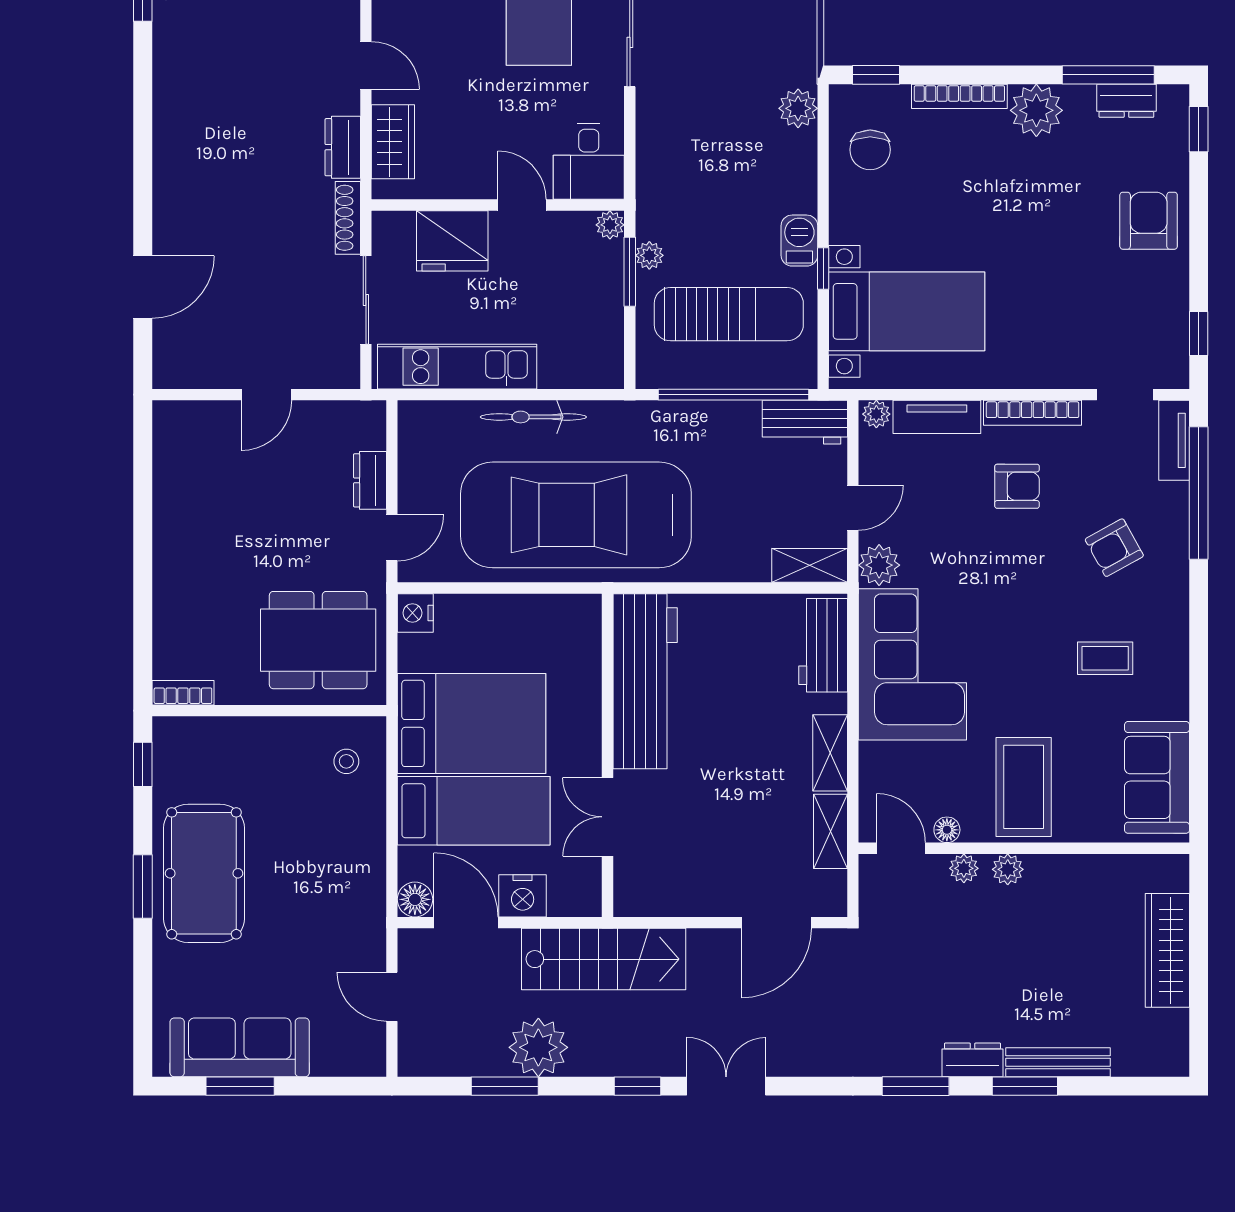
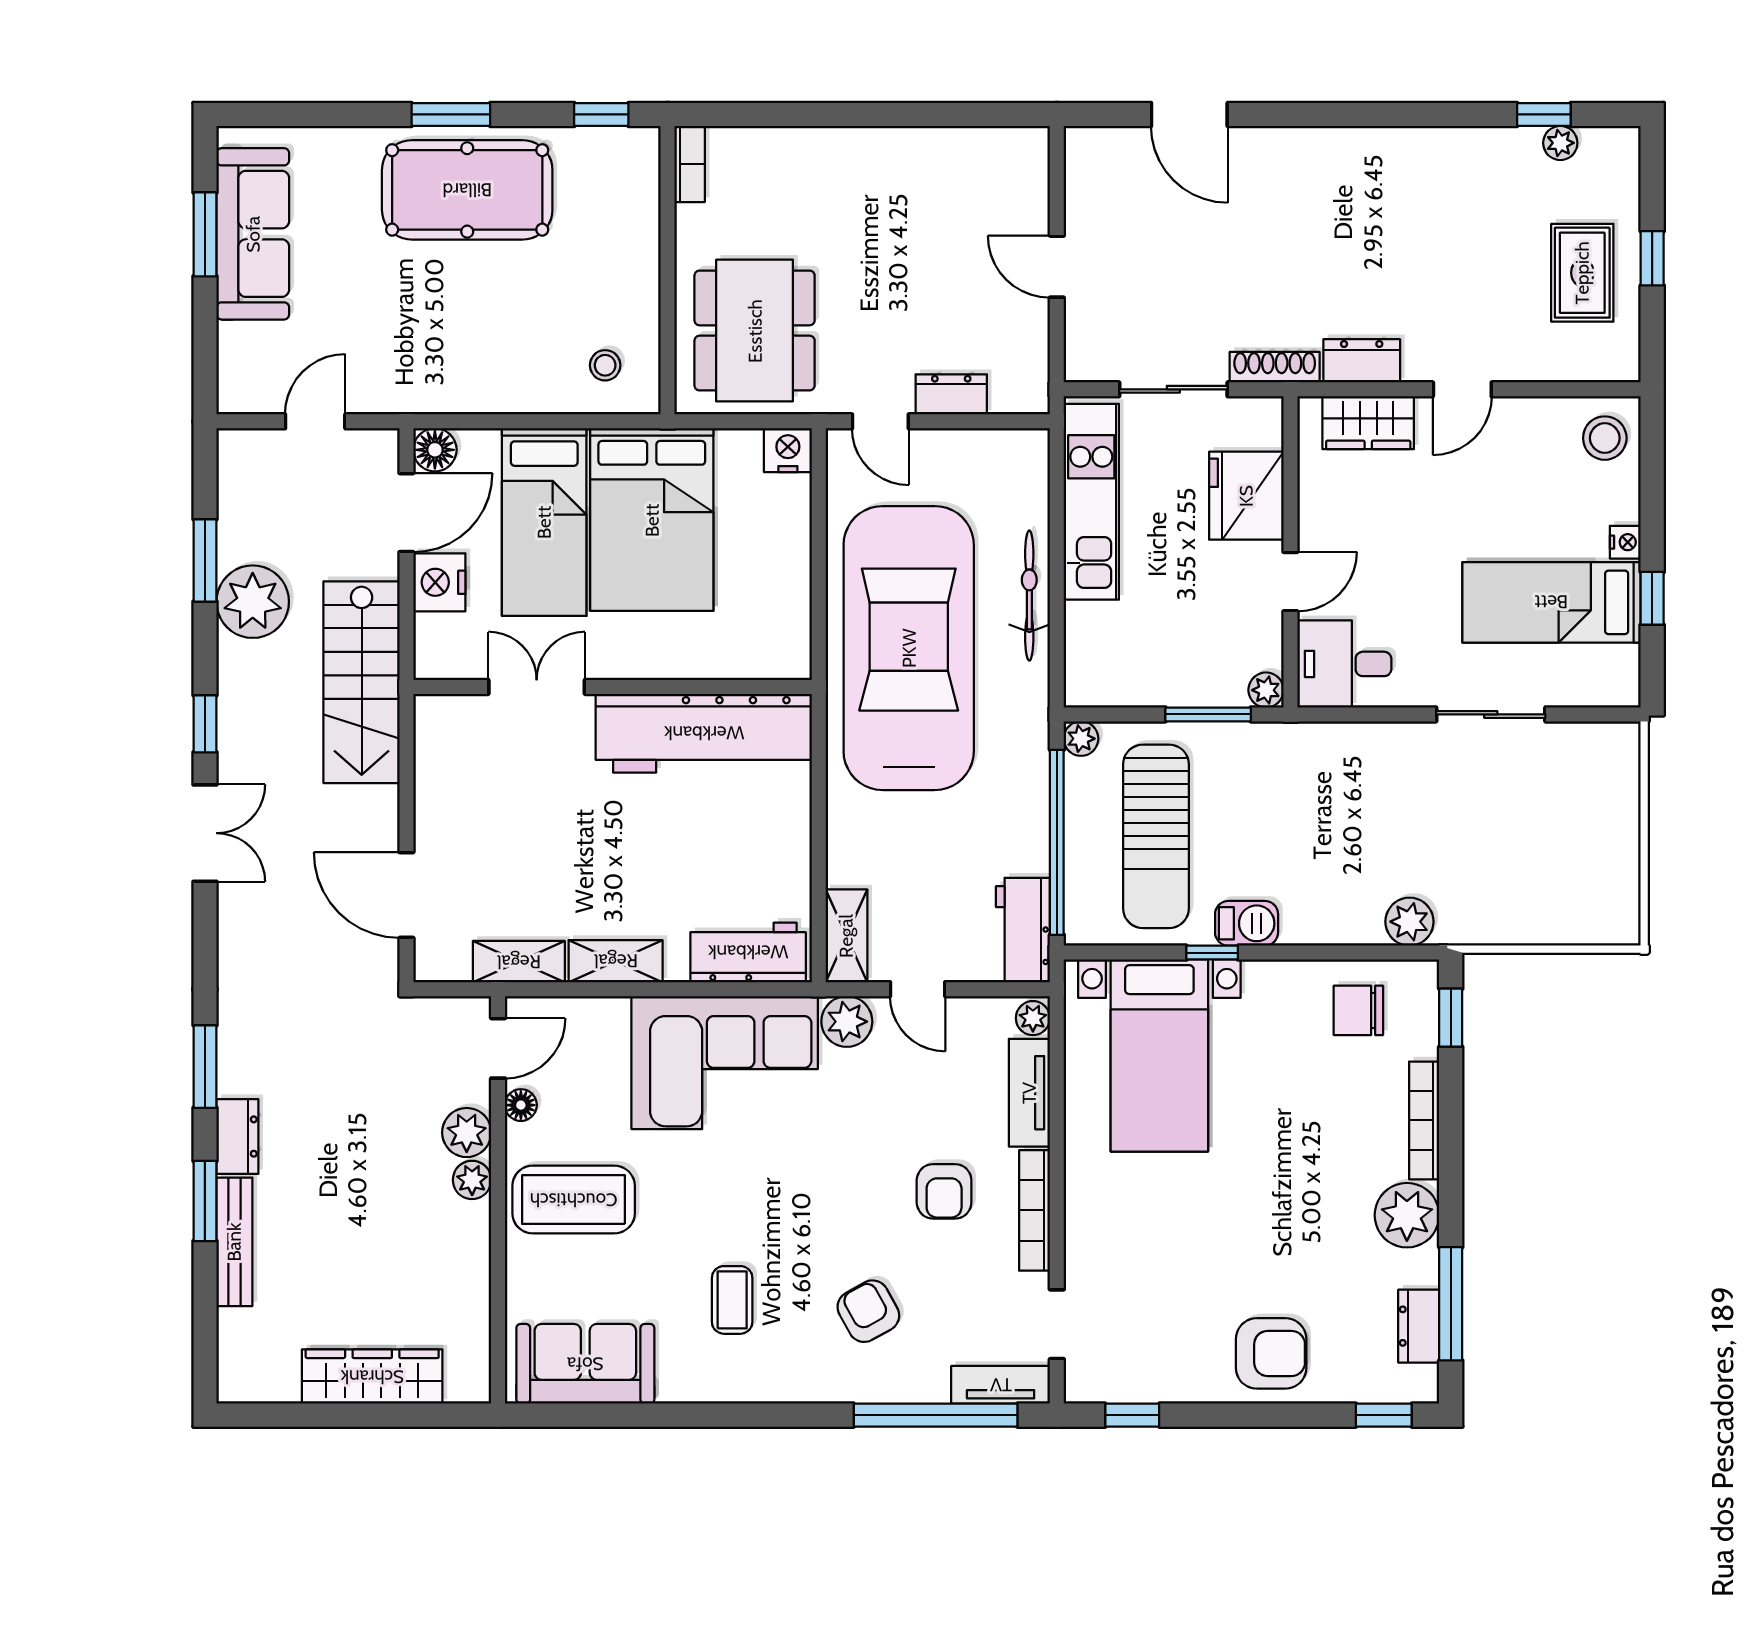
plant: (649, 255) -> (1081, 739), moved
plant: (964, 868) -> (467, 1133), width x1.38, depth x1.38

